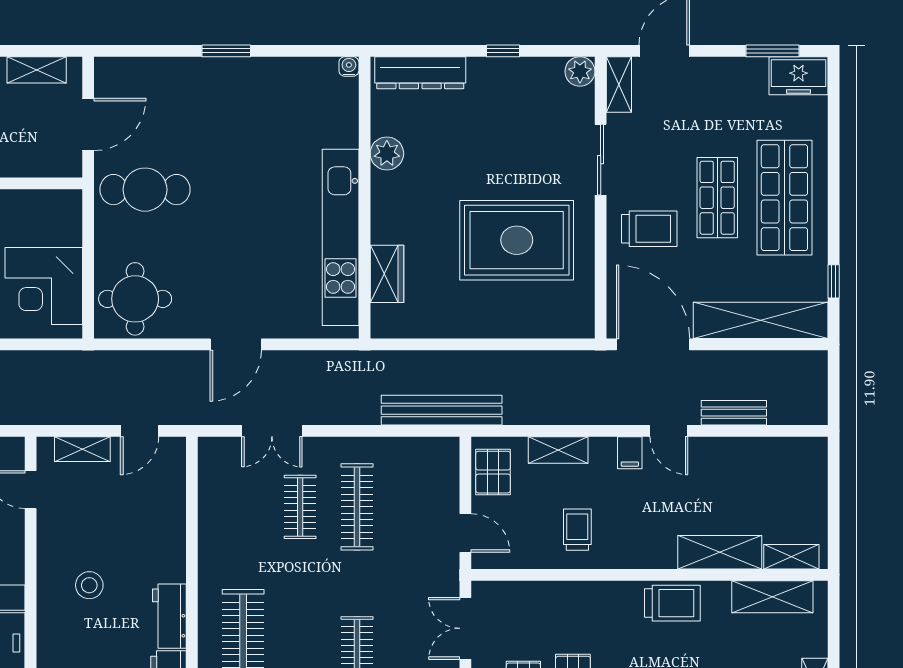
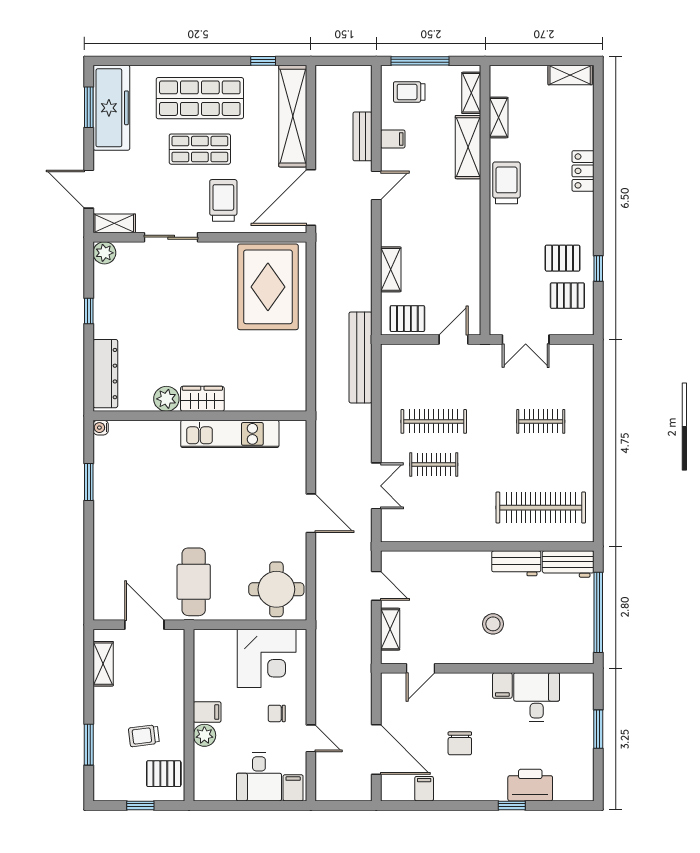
window: (226, 51) -> (89, 482), moved
freezer: (799, 76) -> (111, 108), width x1.91, depth x1.26
kitchen unit: (341, 237) -> (230, 434), width x0.73
rug: (517, 240) -> (268, 287), moved
wardrobe: (387, 274) -> (202, 399), moved
filing cabinet: (630, 453) -> (393, 139), moved
window: (834, 489) -> (420, 61), added
trolley: (577, 530) -> (409, 92), moved
shelving: (772, 597) -> (499, 117), width x0.67, depth x0.75

